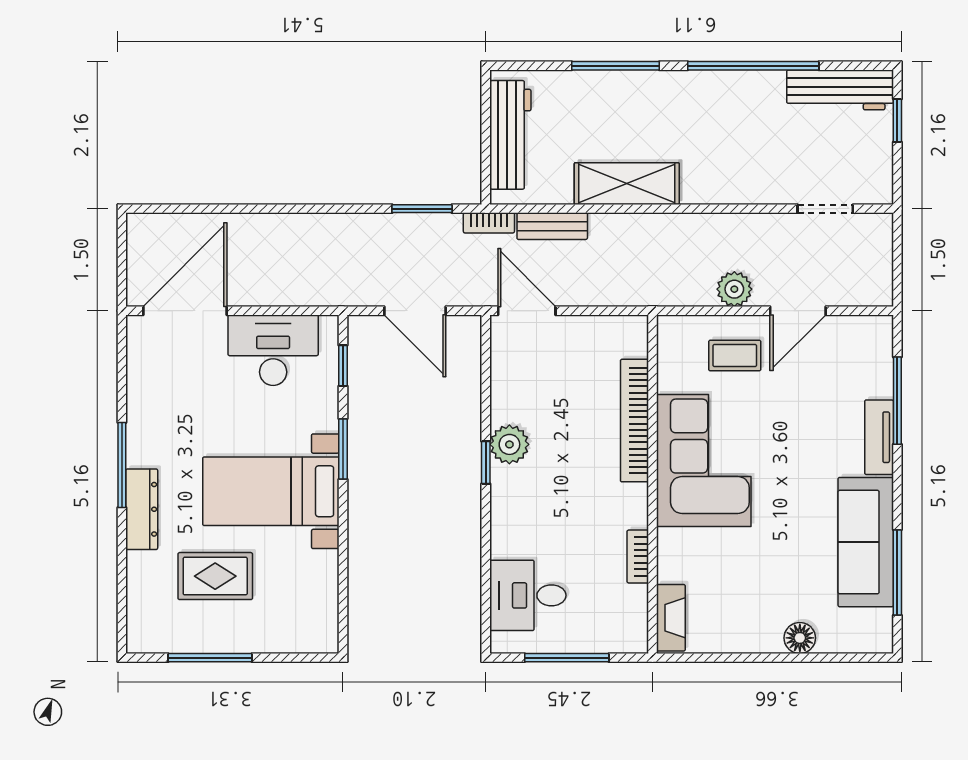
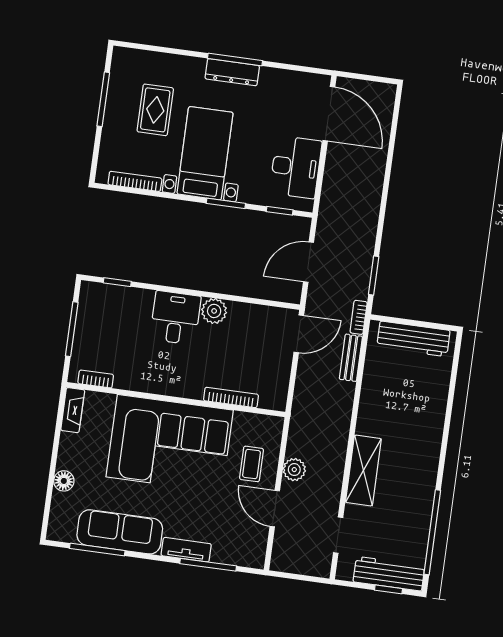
window: (615, 66) -> (449, 413), removed
window: (753, 66) -> (432, 532), moved
workbench: (840, 90) -> (389, 574), moved, turned 90
shelving: (627, 184) -> (363, 470), moved
bookcase: (634, 421) -> (231, 398), width x0.68, depth x0.76
corner sofa: (704, 461) -> (170, 444), width x1.36, depth x1.36
window: (486, 463) -> (117, 282), moved
dresser: (142, 509) -> (232, 72), moved
bookcase: (638, 556) -> (96, 379), moved
bookcase: (328, 592) -> (135, 181), added
desk: (528, 595) -> (175, 318), moved
fireplace: (671, 618) -> (73, 410), moved, turned -90

